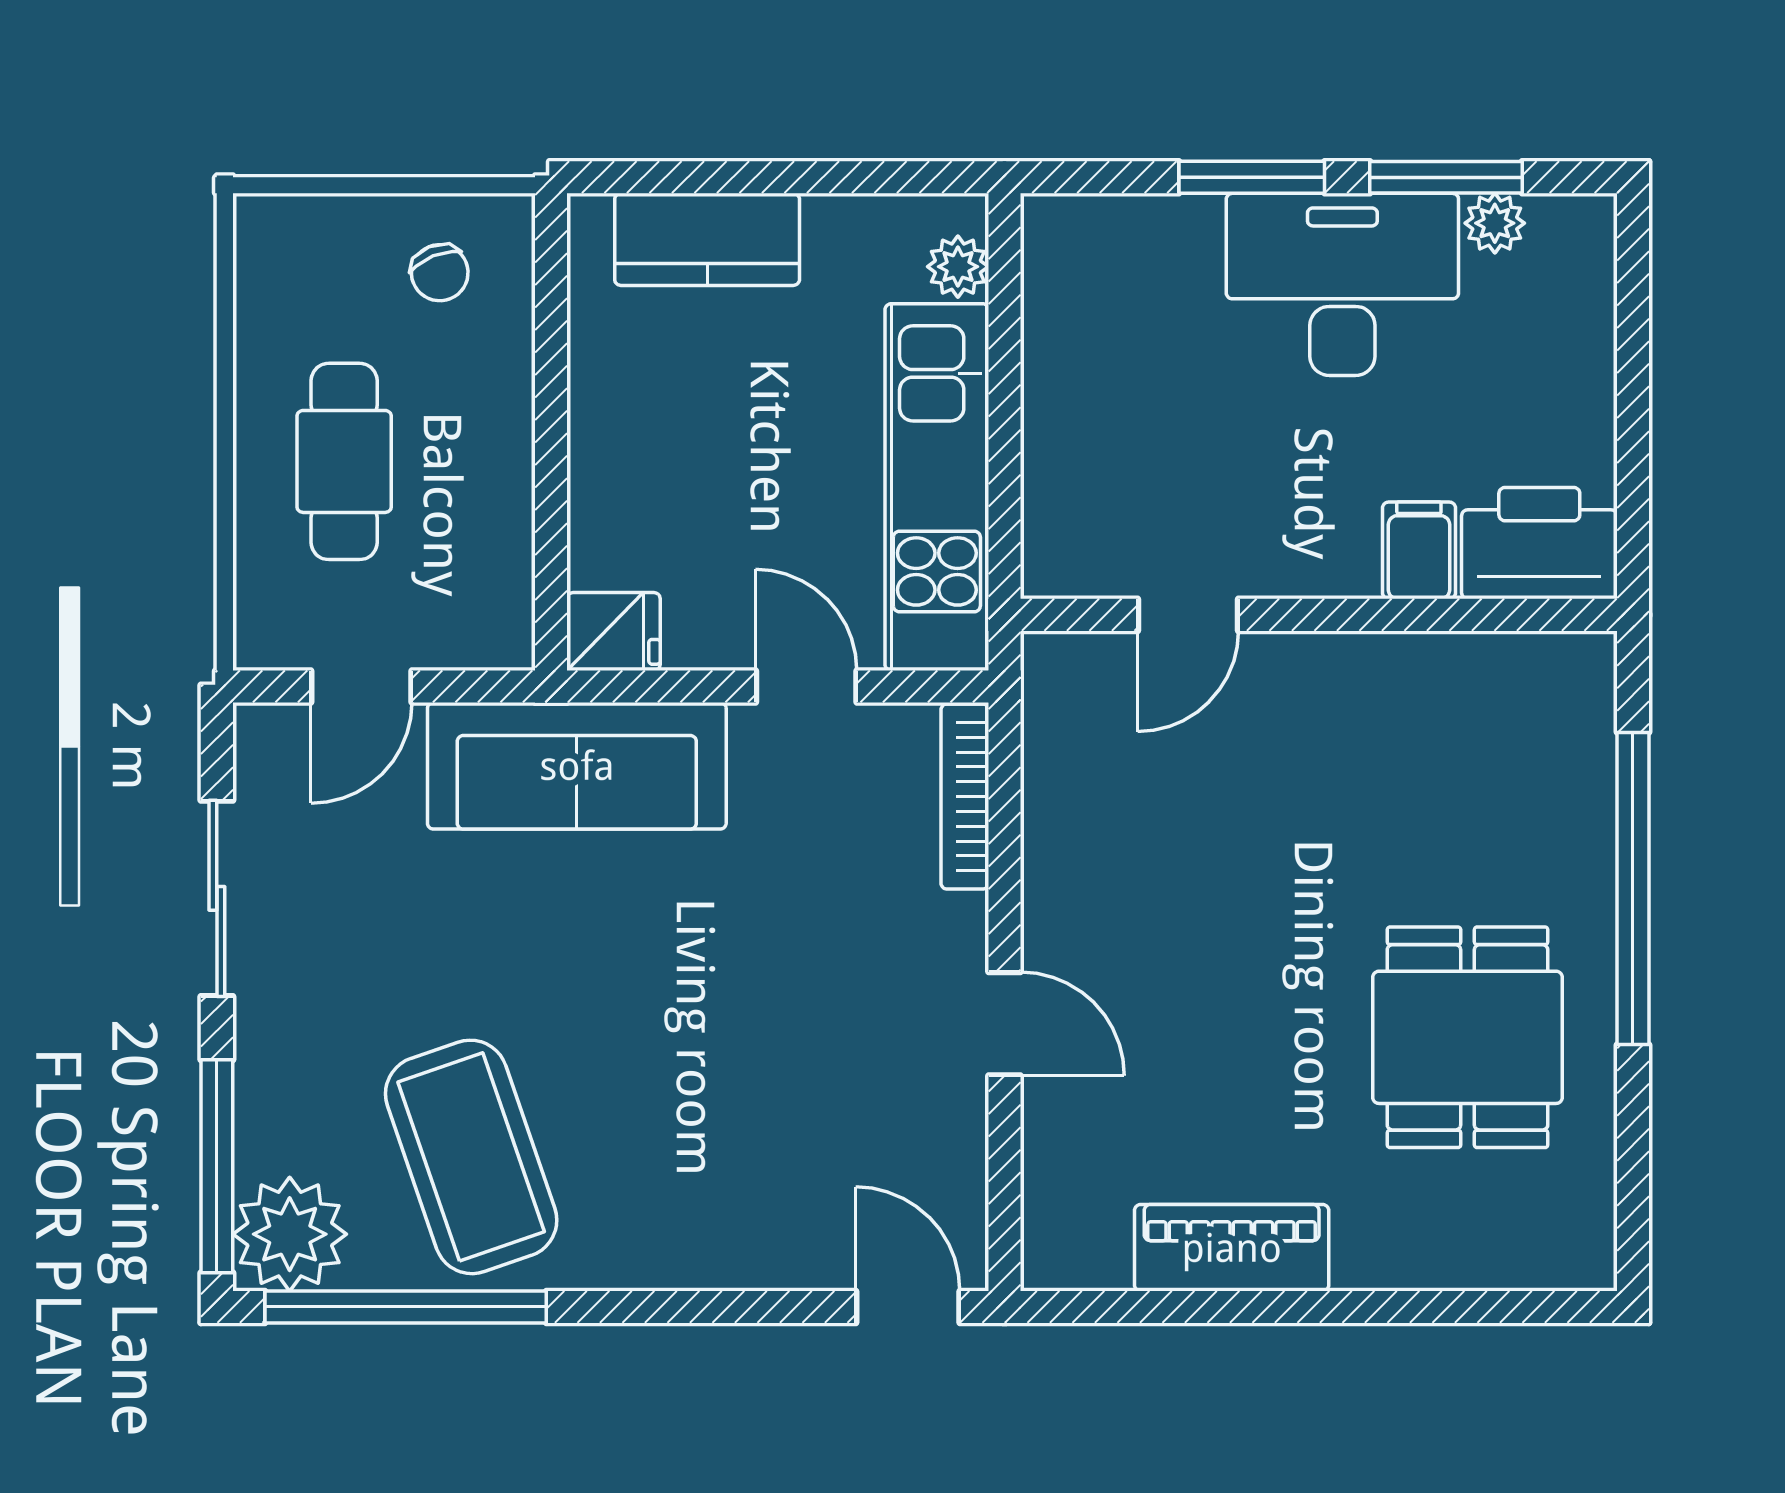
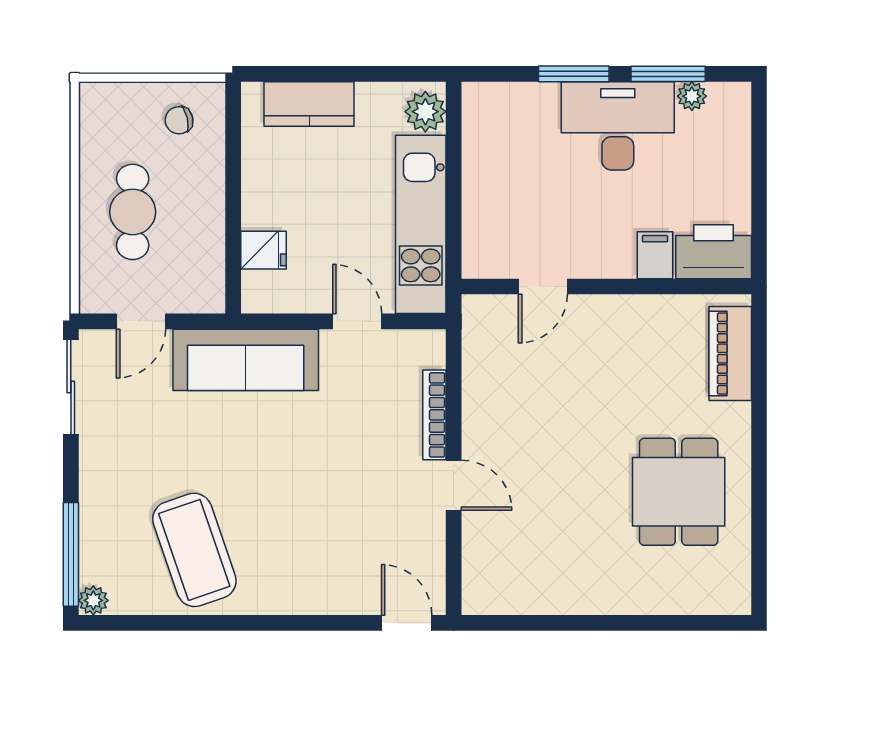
plant: (958, 267) -> (425, 112), width x1.38, depth x1.38
chair: (440, 273) -> (179, 120), turned 99
fridge: (613, 631) -> (264, 250), moved
bookcase: (965, 797) -> (434, 415), moved
window: (1633, 889) -> (759, 420), removed
sliding door: (217, 898) -> (71, 387), moved
plant: (290, 1234) -> (93, 600), width x0.53, depth x0.53
piano: (1232, 1248) -> (730, 354), moved, turned -90
window: (406, 1307) -> (163, 623), removed

